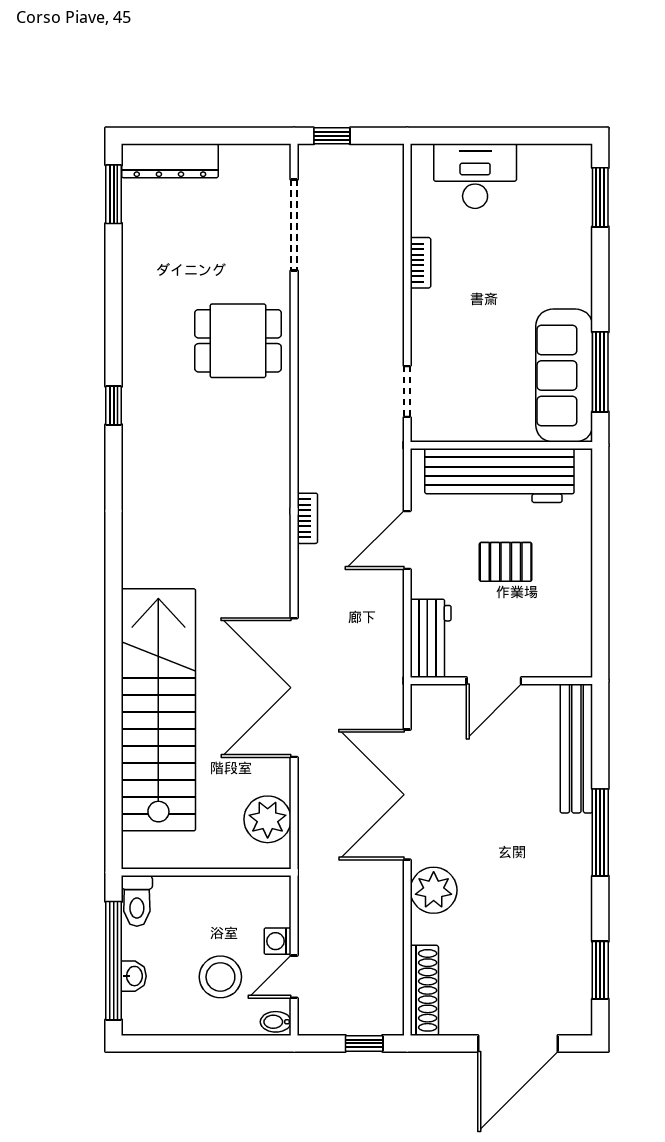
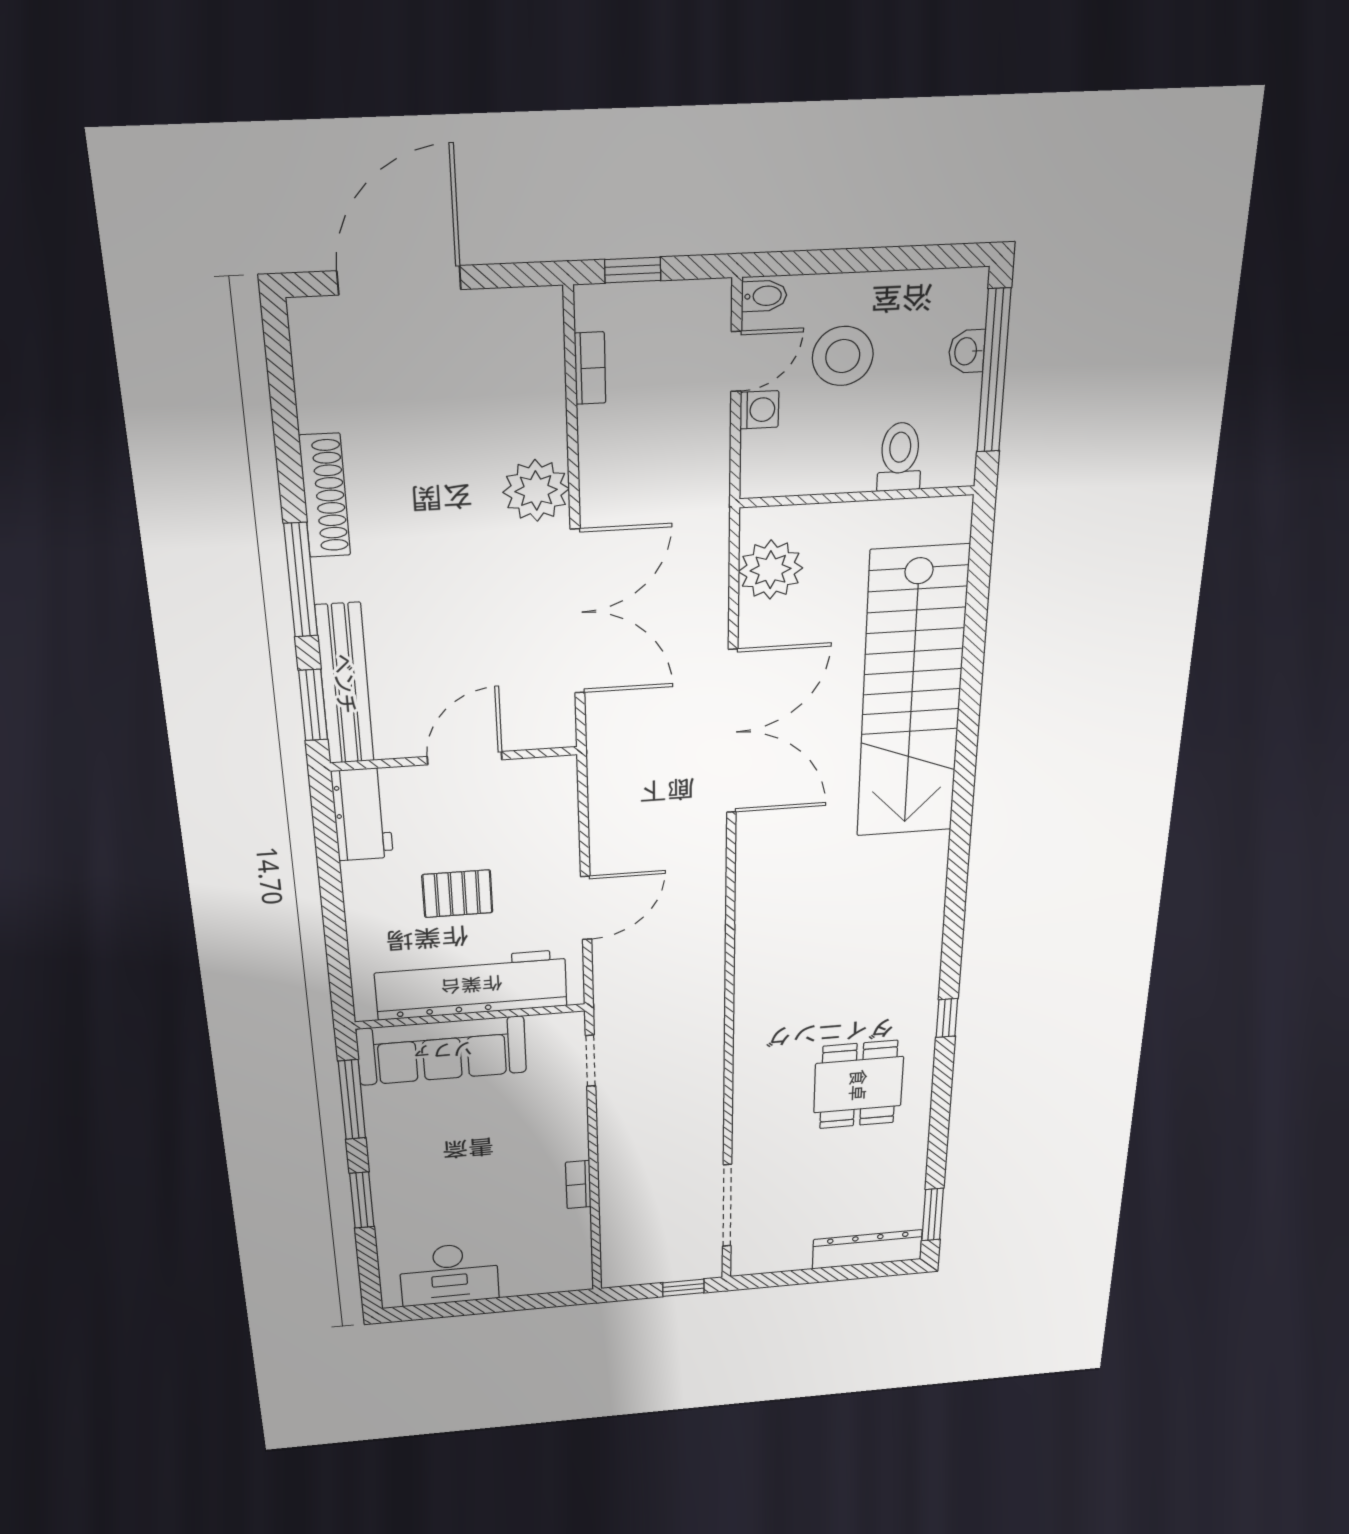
desk: (475, 176) -> (449, 1274), moved
window: (600, 197) -> (362, 1200), moved
dining table: (238, 341) -> (858, 1085), moved, turned 90
sofa: (564, 376) -> (442, 1051), moved, turned 90
bookcase: (307, 518) -> (590, 368), moved, turned 180
workbench: (431, 638) -> (362, 814), moved, turned 180
toilet: (137, 901) -> (900, 457), moved
window: (600, 970) -> (313, 705), moved
shoe rack: (424, 990) -> (325, 496), moved, turned 180

